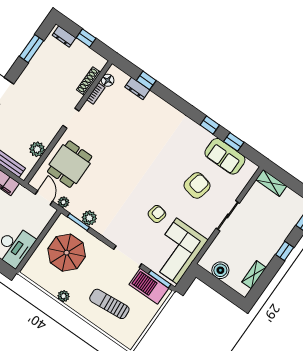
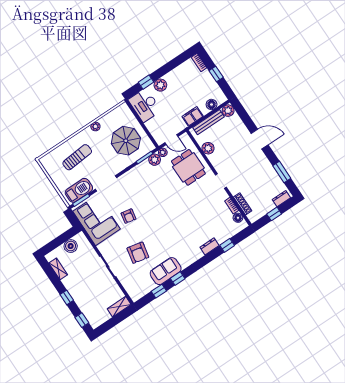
dresser: (137, 88) -> (210, 246), moved
sofa: (225, 156) -> (166, 271), moved
plant: (89, 218) -> (155, 160), moved

